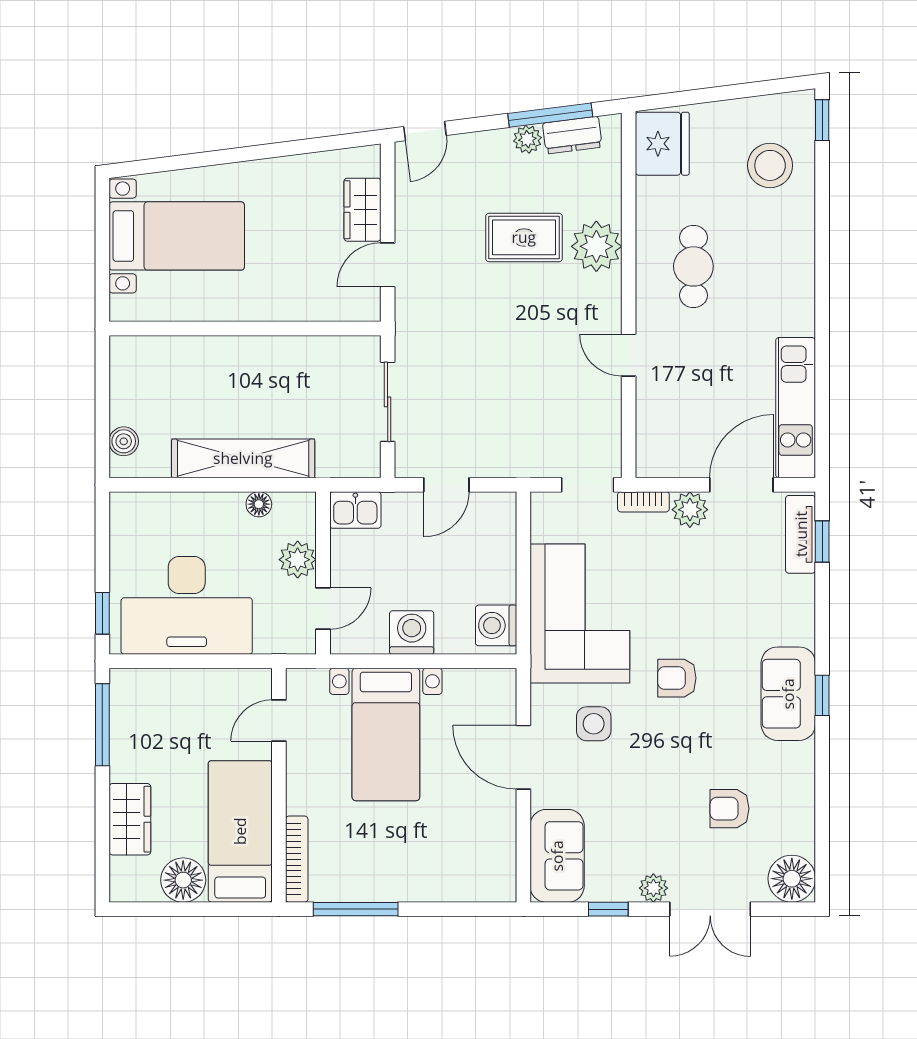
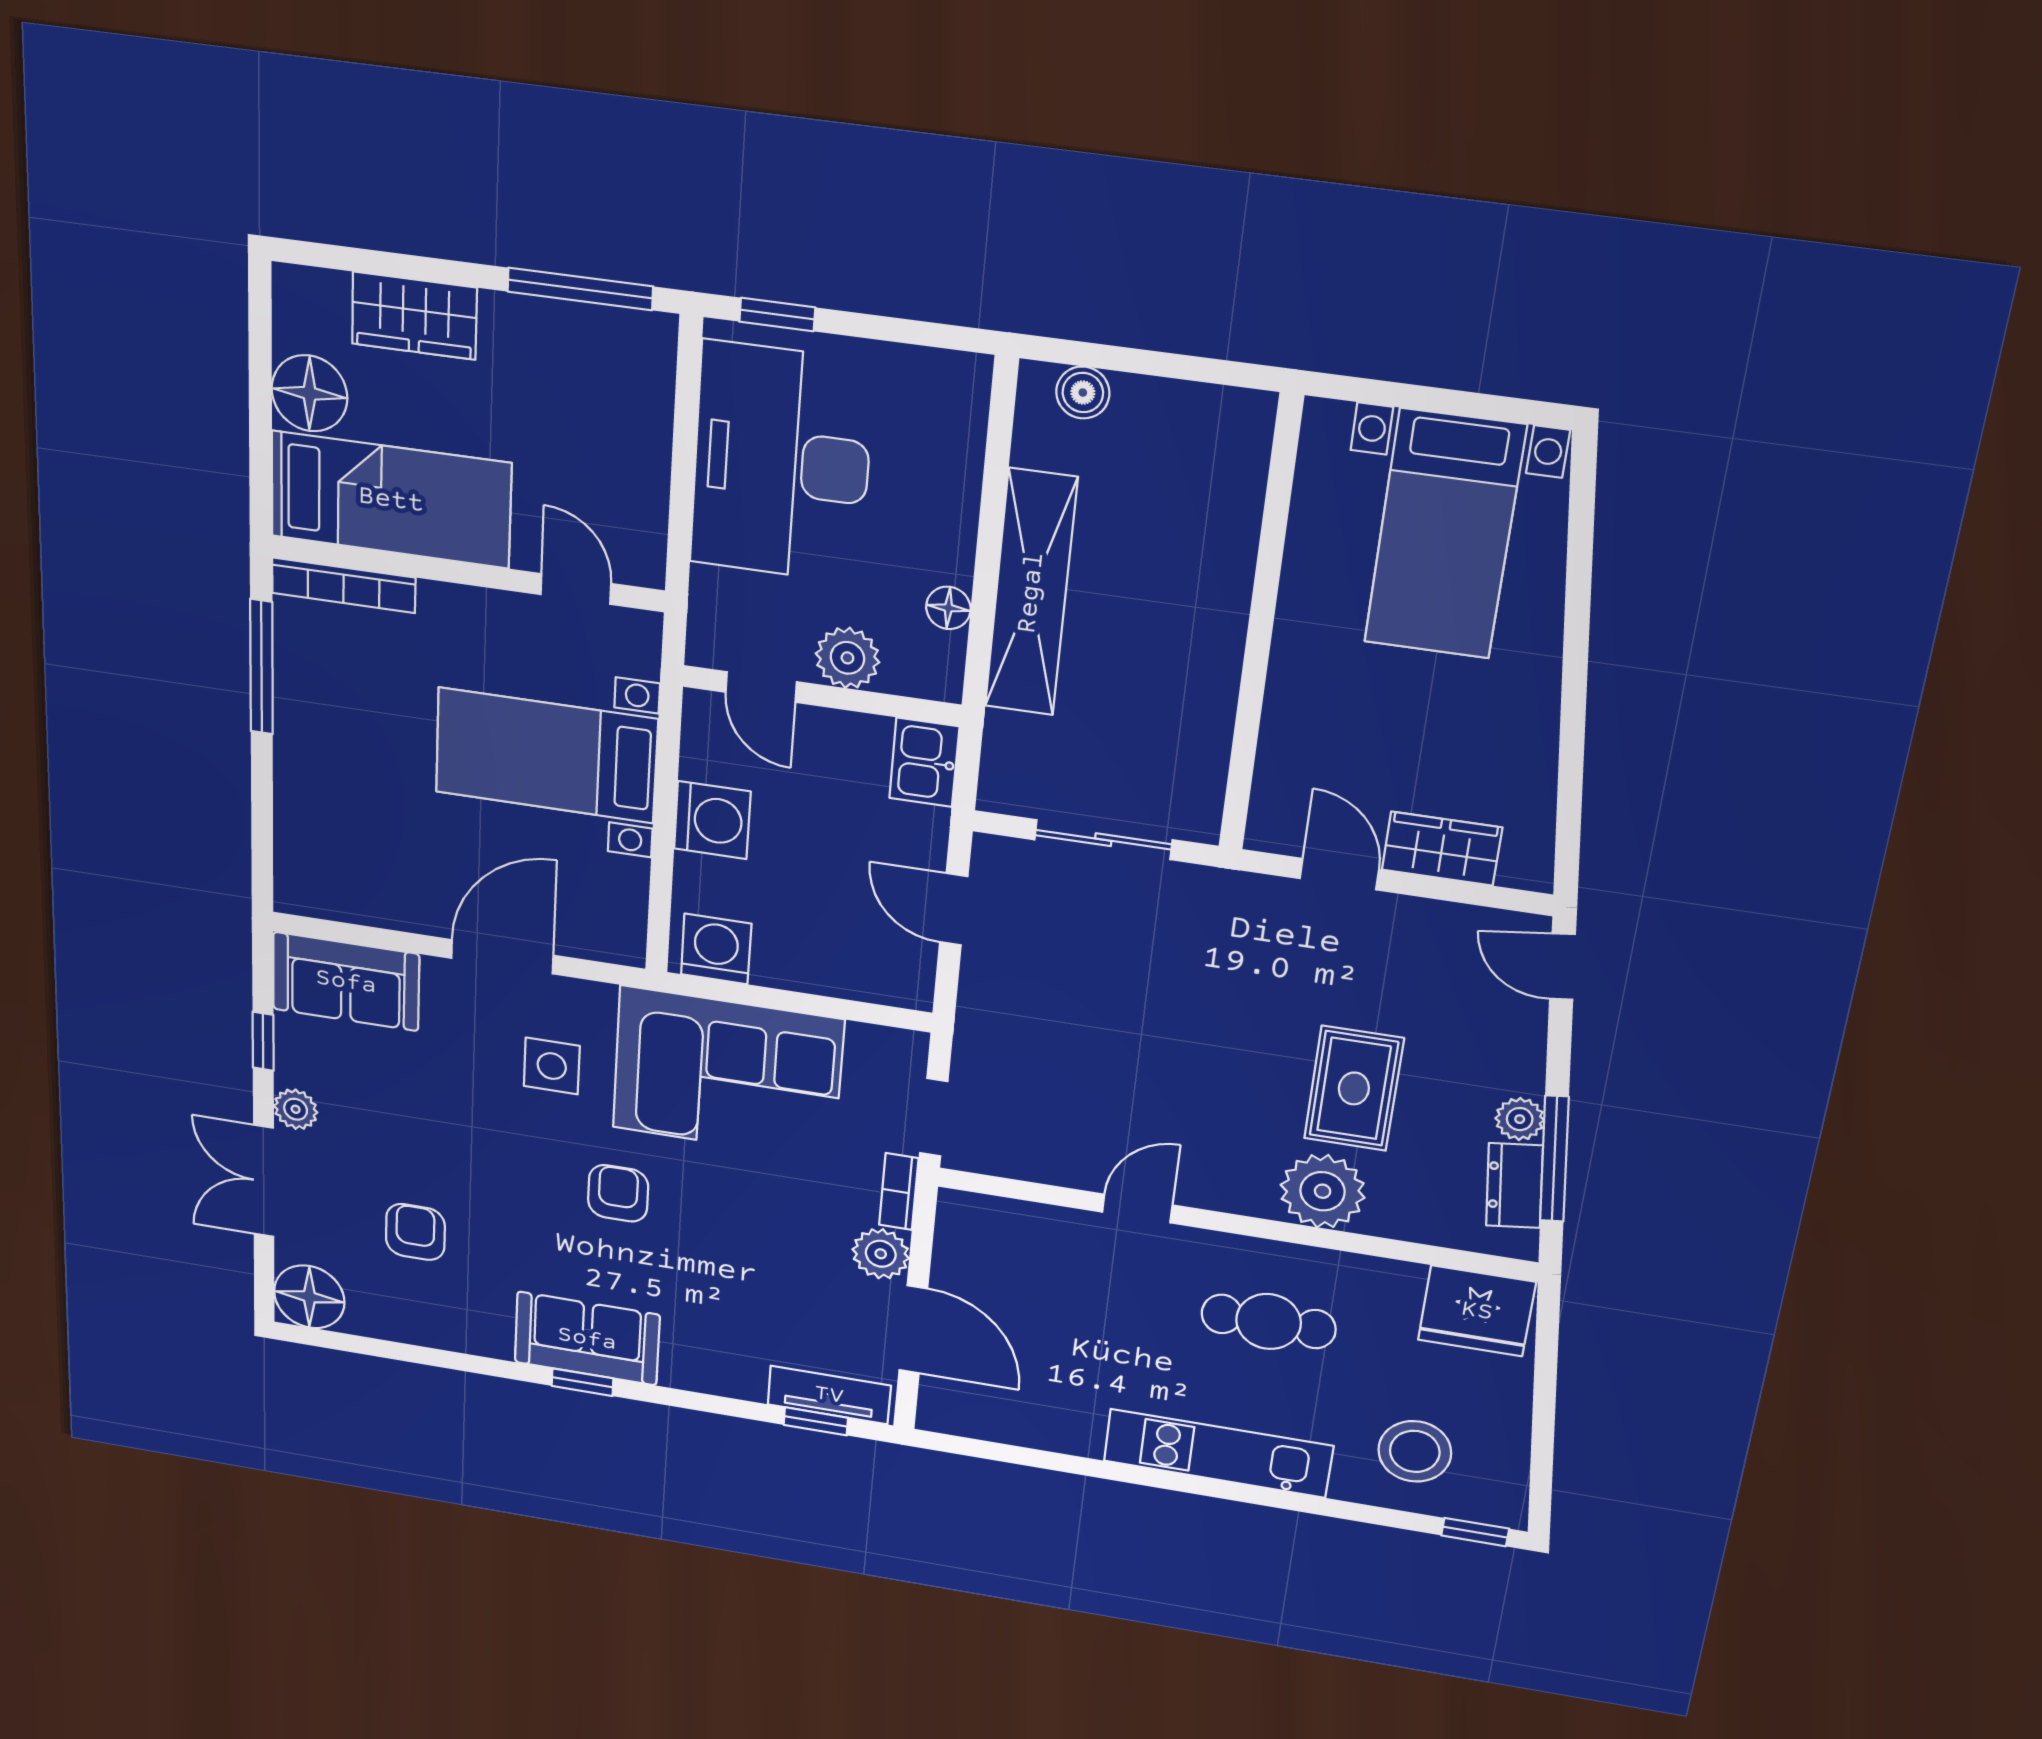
kitchen unit: (796, 408) -> (1218, 1453), moved

